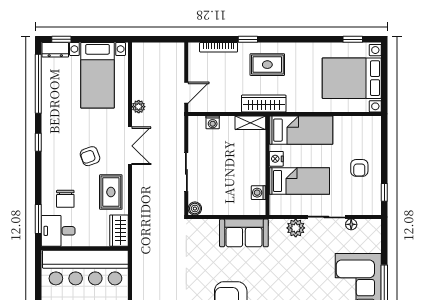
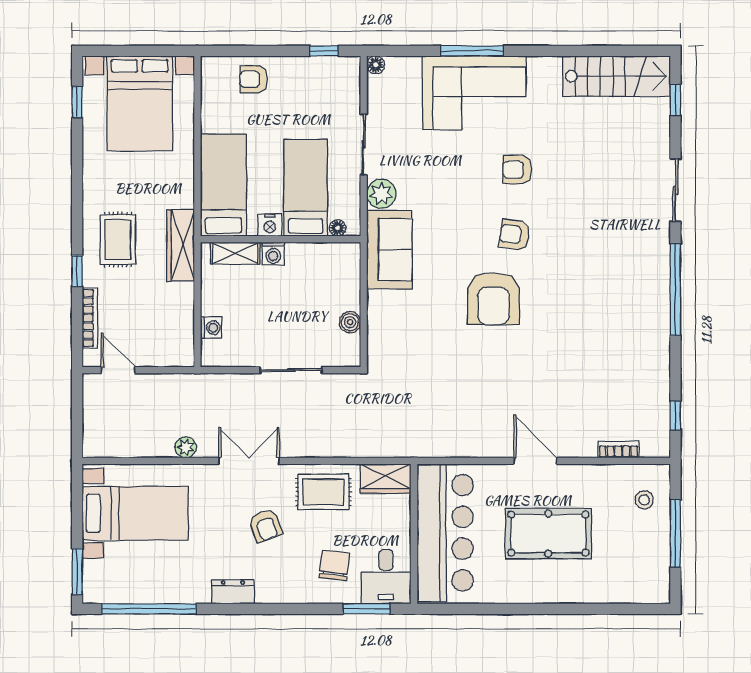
window: (61, 39) -> (77, 572), width x1.50
dresser: (55, 50) -> (233, 592), moved, turned -90
door: (186, 93) -> (118, 370), moved
shelving: (250, 123) -> (235, 253), moved, turned 90
window: (38, 142) -> (243, 609), removed
armchair: (359, 168) -> (254, 79), moved, turned 180
washing machine: (259, 193) -> (273, 254), moved
chair: (65, 199) -> (334, 565), turned -83
floor lamp: (275, 201) -> (338, 228), added
boiler: (195, 209) -> (350, 322), moved
floor lamp: (351, 224) -> (376, 65), moved
sofa: (244, 233) -> (389, 250), moved

